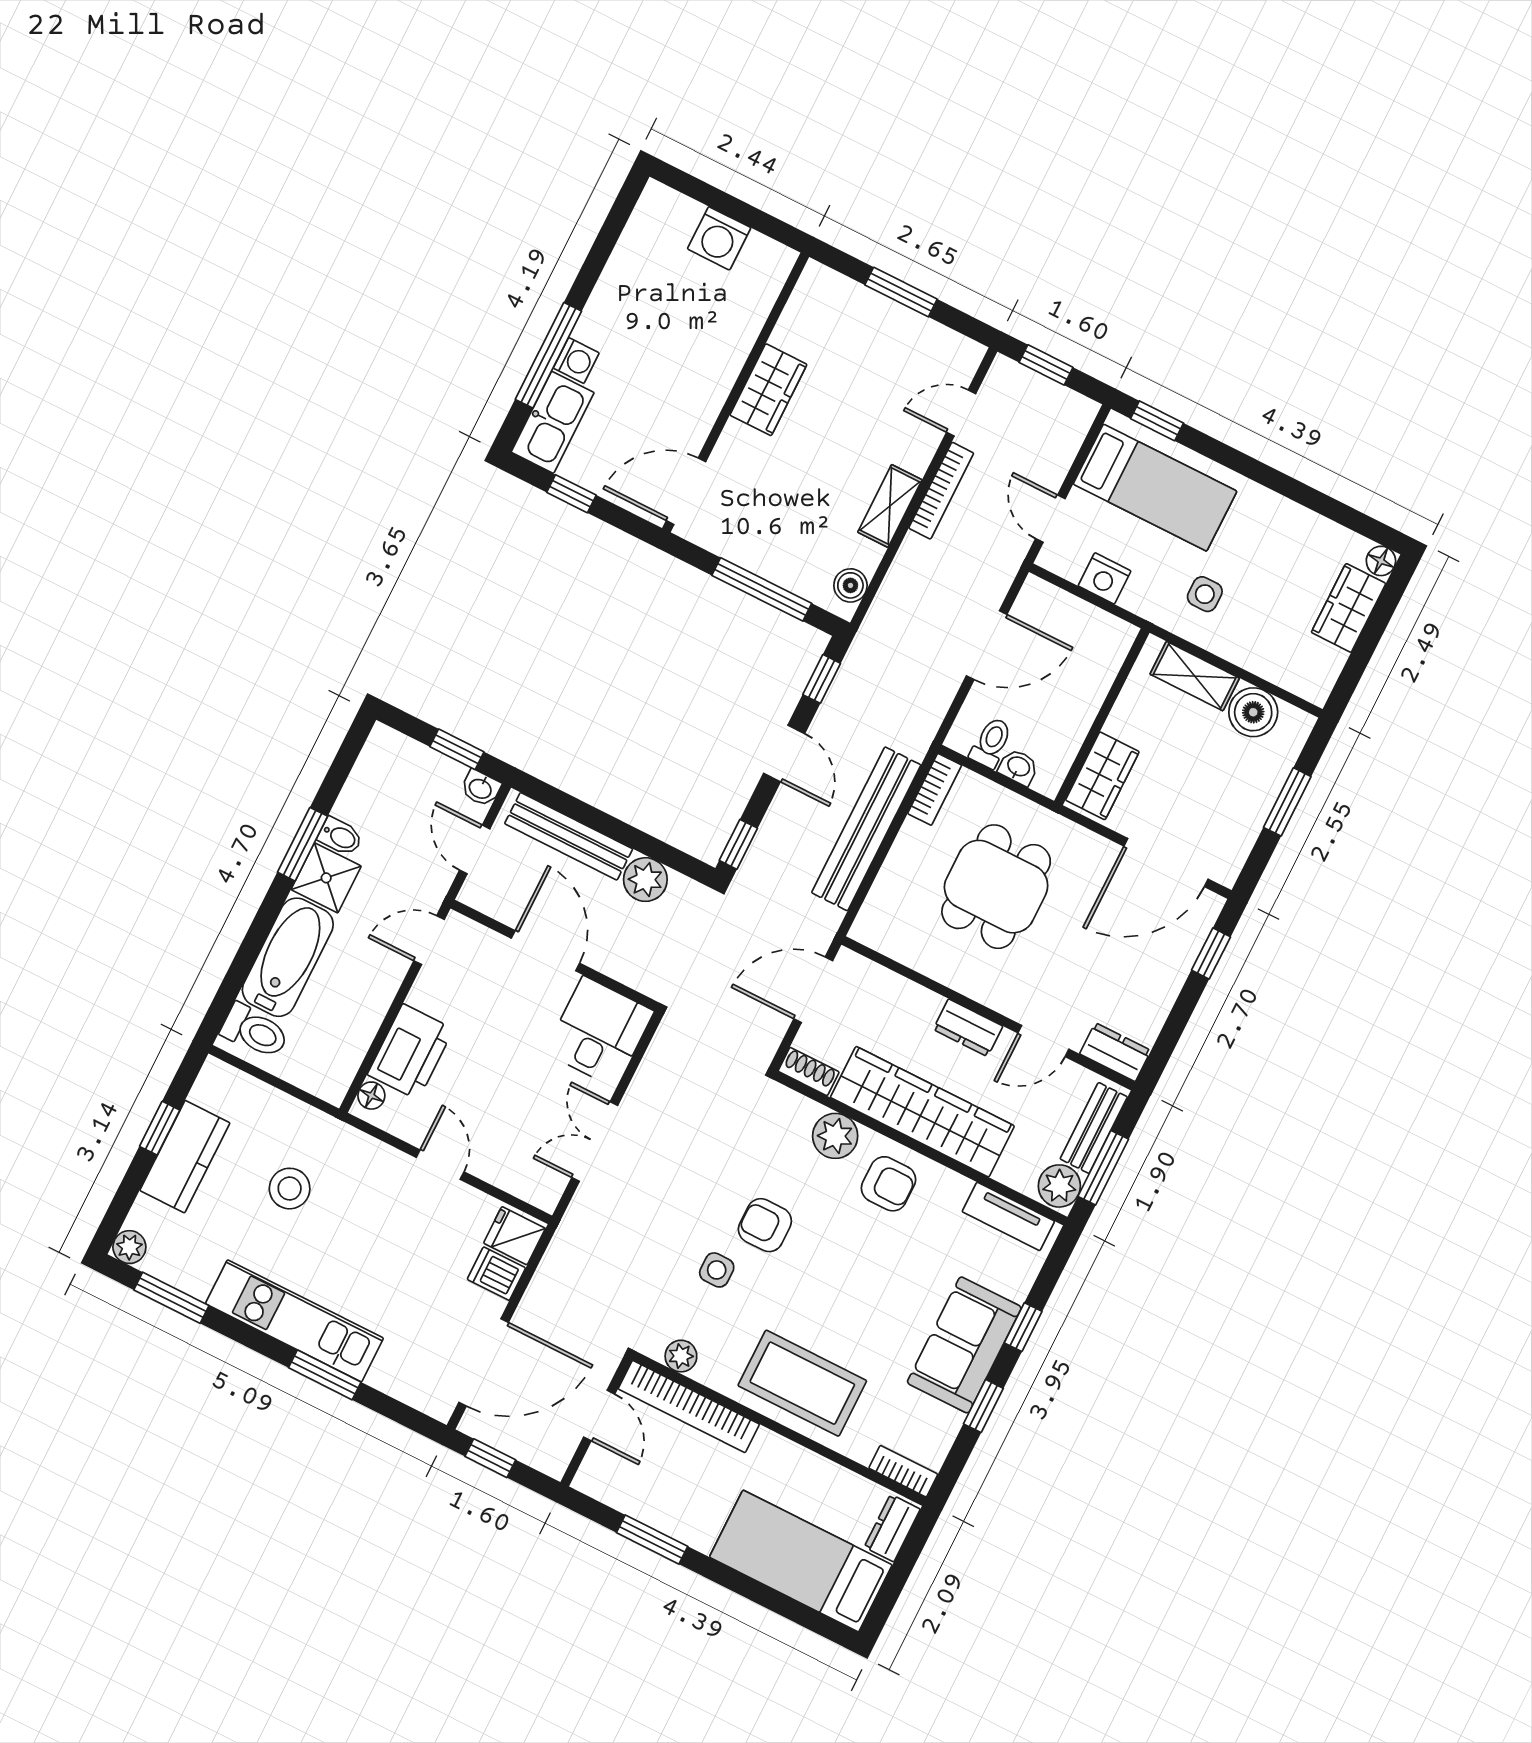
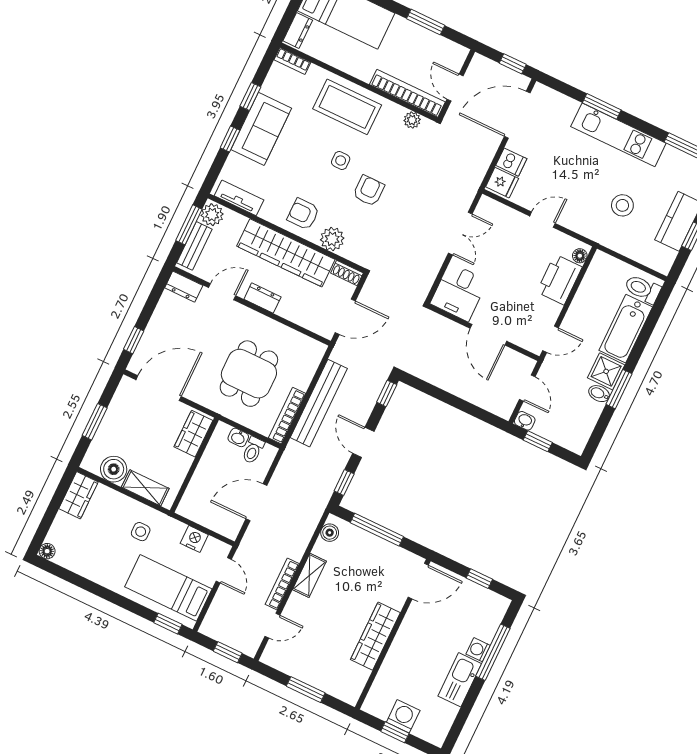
window: (735, 209) -> (395, 732), added
wardrobe: (768, 390) -> (375, 636), width x1.50
kitchen sink: (553, 422) -> (460, 680), moved
wardrobe: (1349, 608) -> (78, 495), moved
bookcase: (935, 789) -> (287, 416), width x1.56
bench: (569, 836) -> (477, 396), removed
plant: (645, 880) -> (436, 374), removed
door: (440, 1165) -> (542, 220), swing flipped
armchair: (765, 1225) -> (369, 191), turned -90
side table: (717, 1270) -> (341, 160), moved

